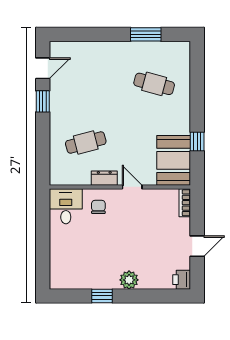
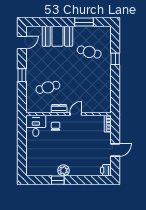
window: (43, 101) -> (22, 75), moved
window: (197, 141) -> (115, 59), moved
booth: (174, 160) -> (57, 36), moved, turned 90
door: (132, 187) -> (76, 114), hinge flipped
plant: (129, 280) -> (63, 170), moved

